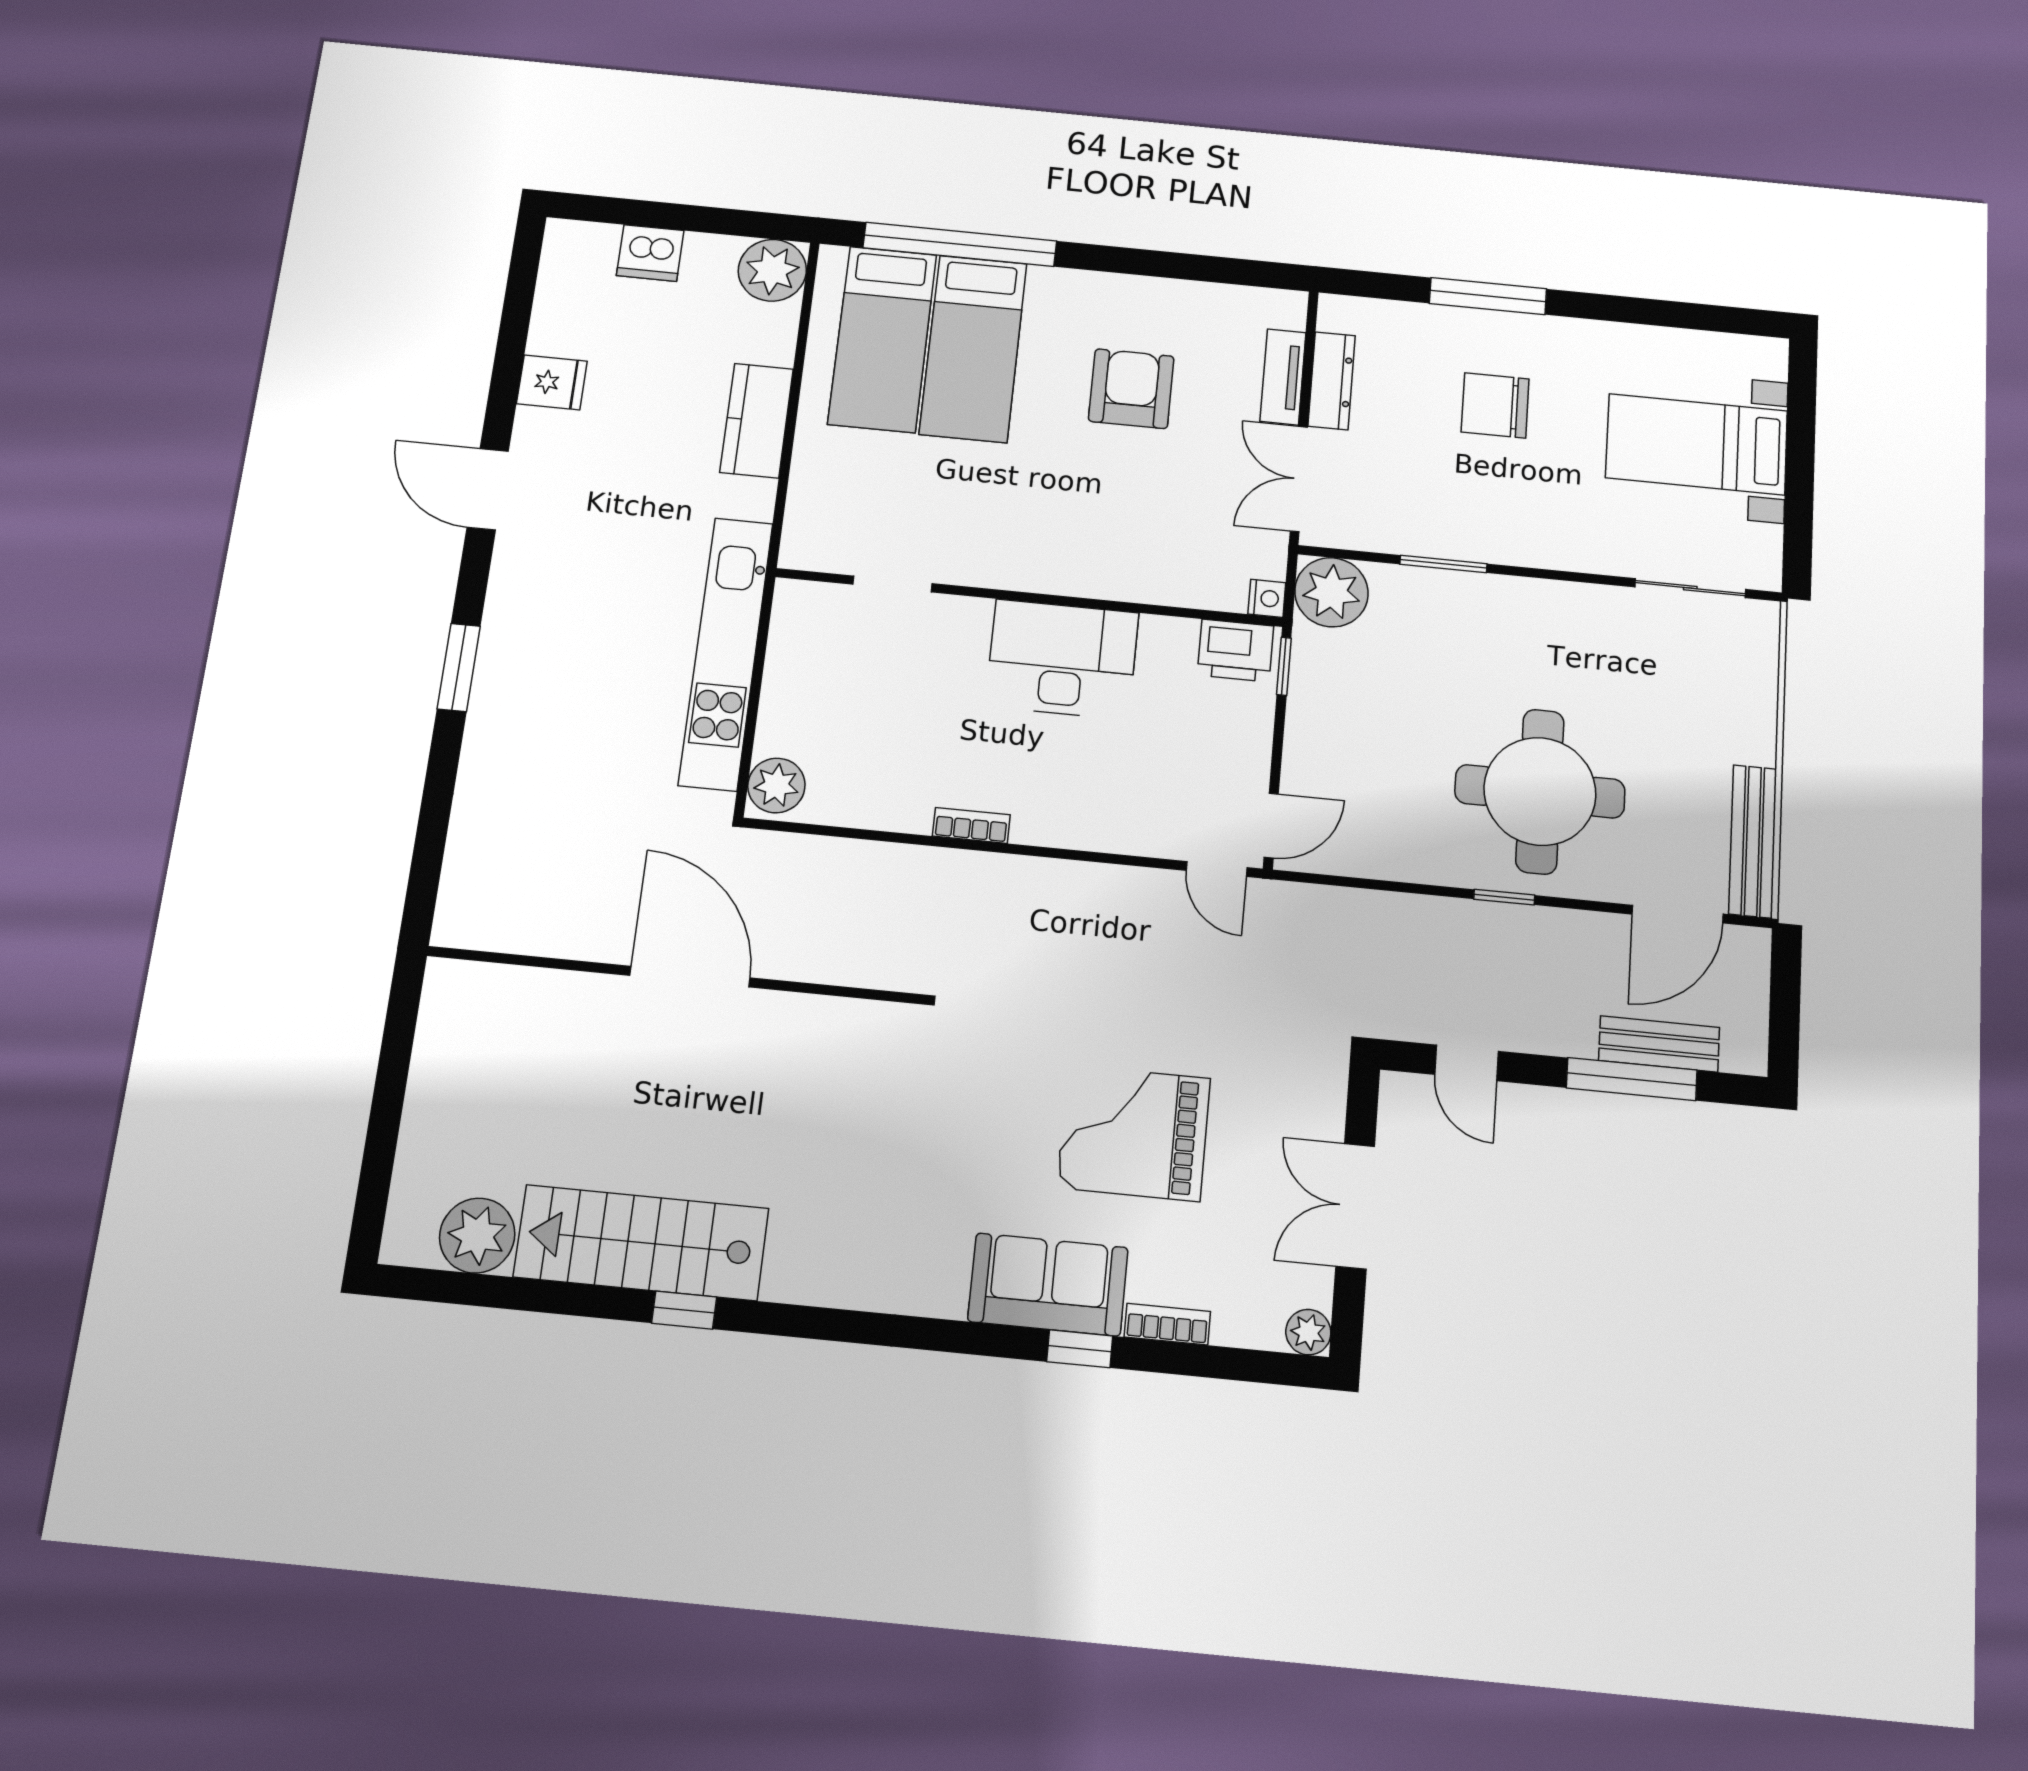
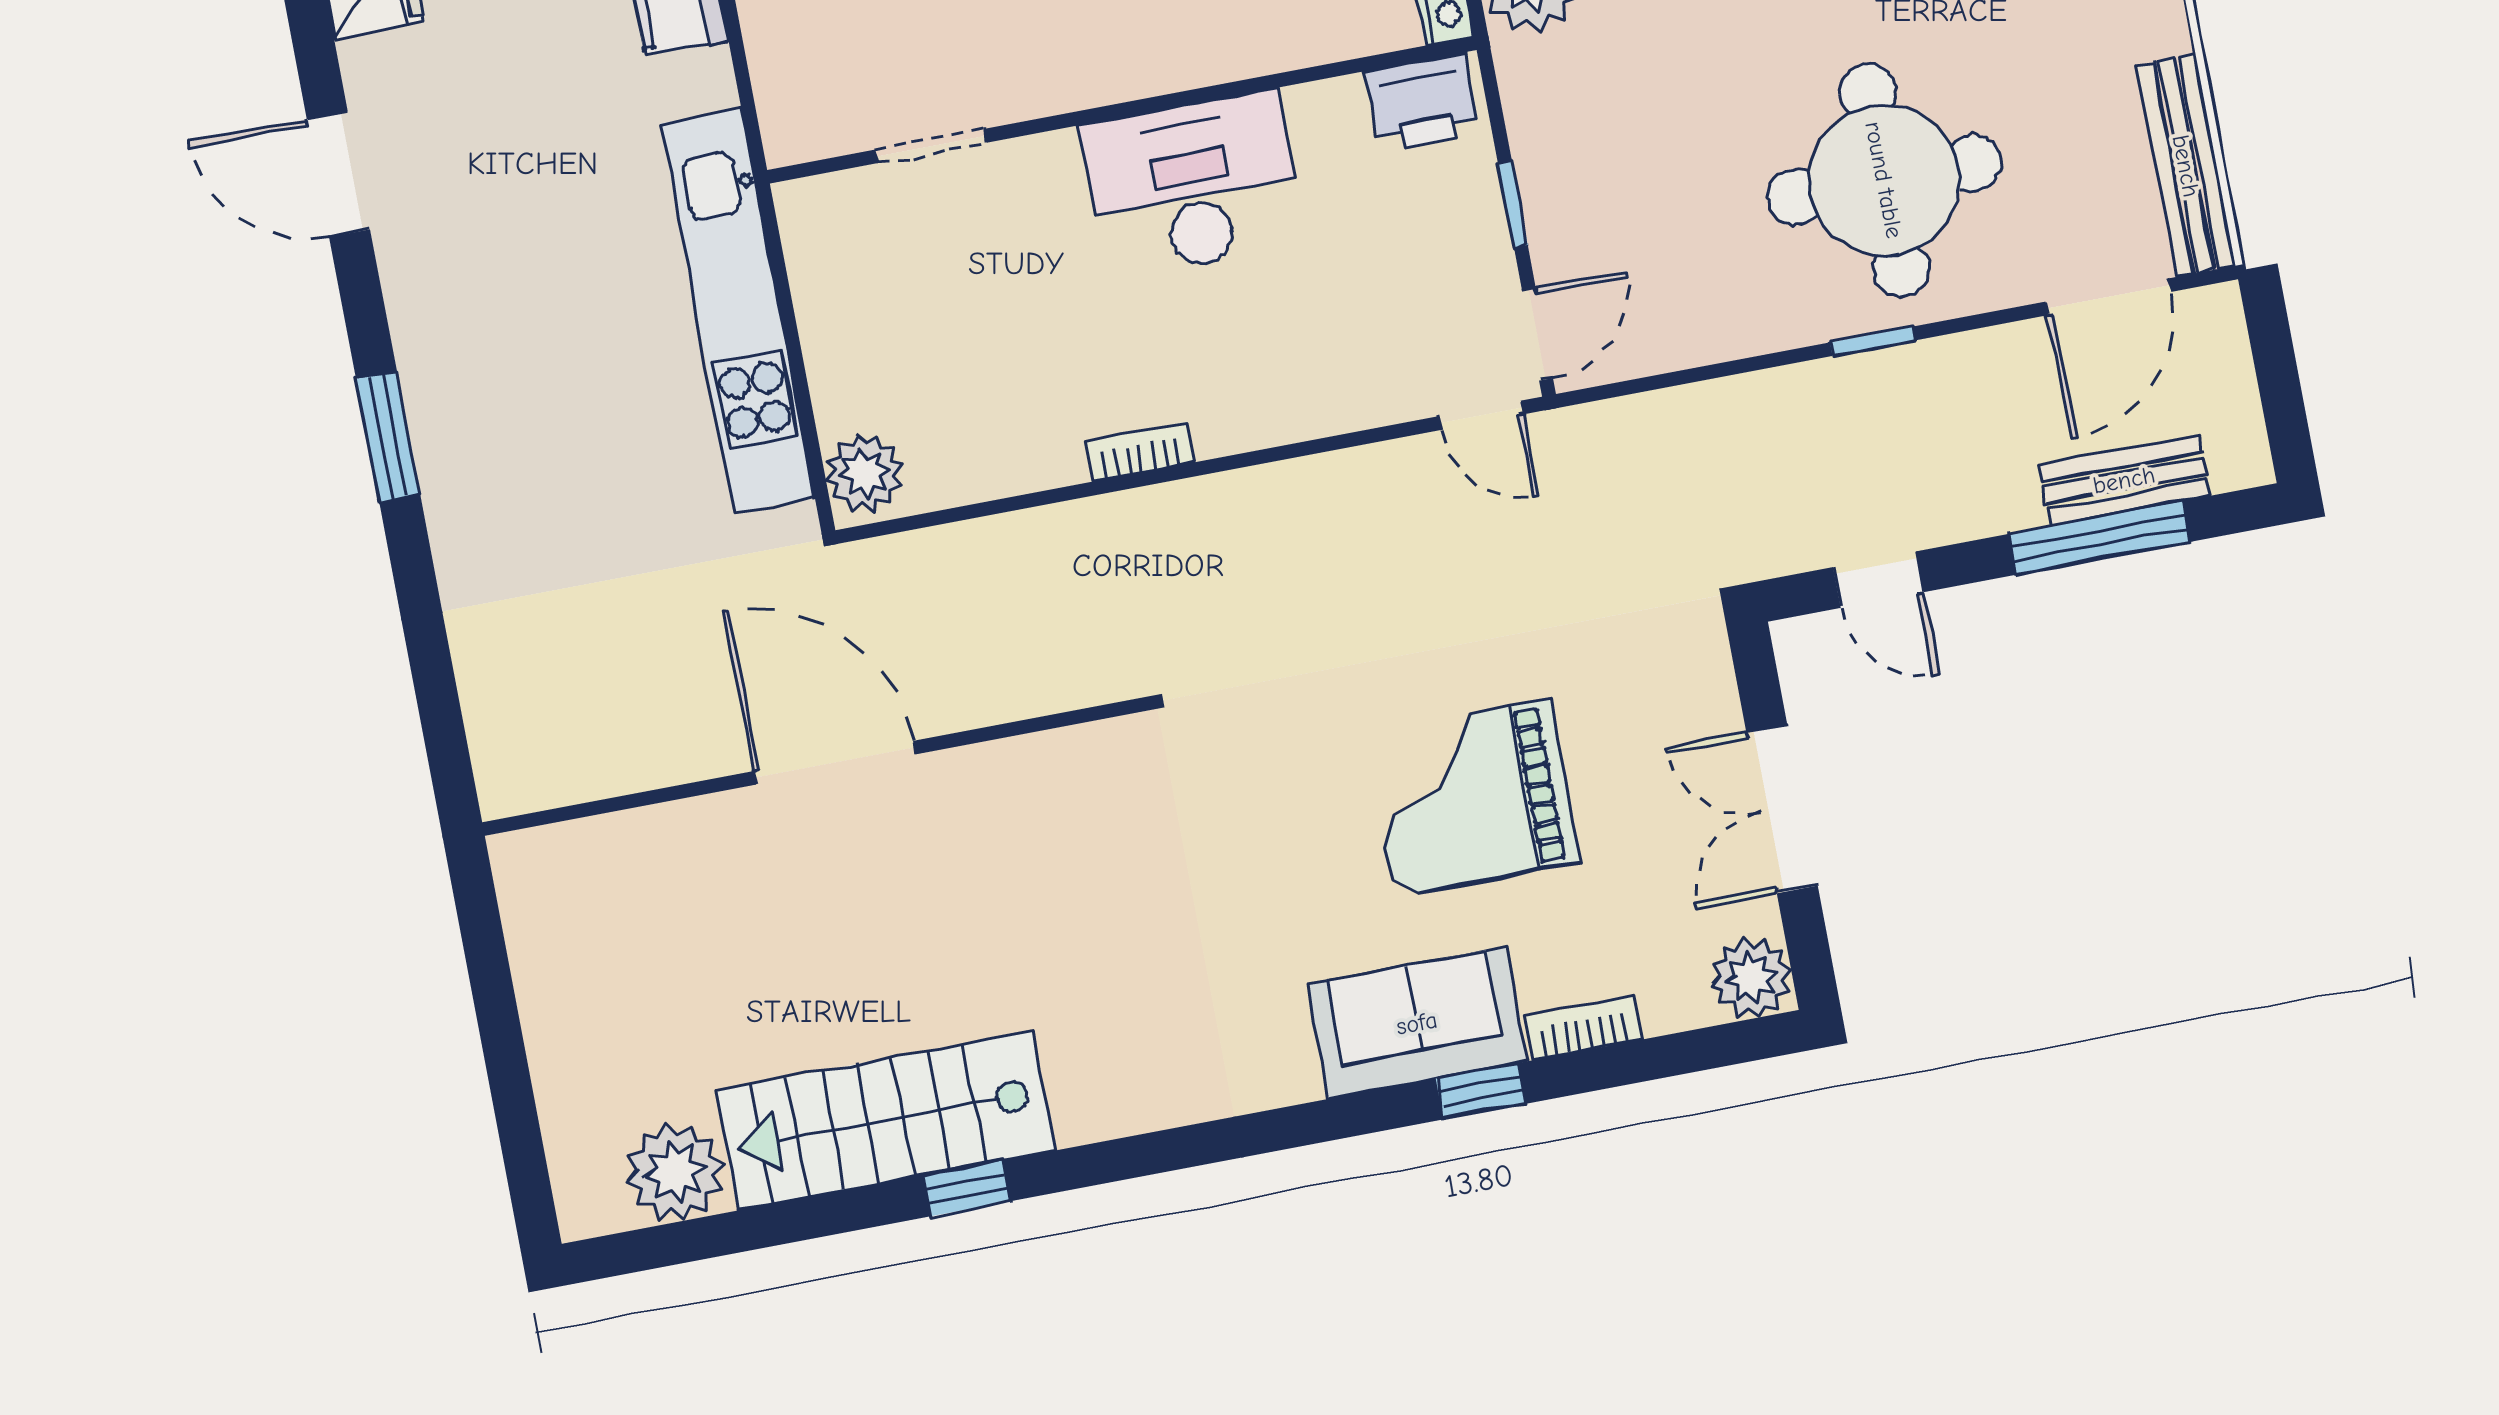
window: (1284, 666) -> (1513, 204), moved
plant: (1308, 1332) -> (1751, 978), width x1.38, depth x1.38

